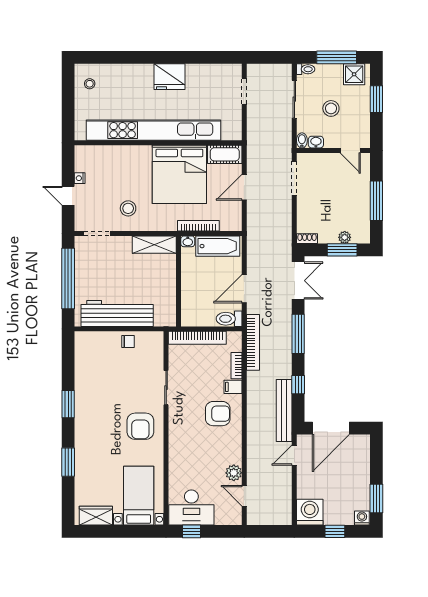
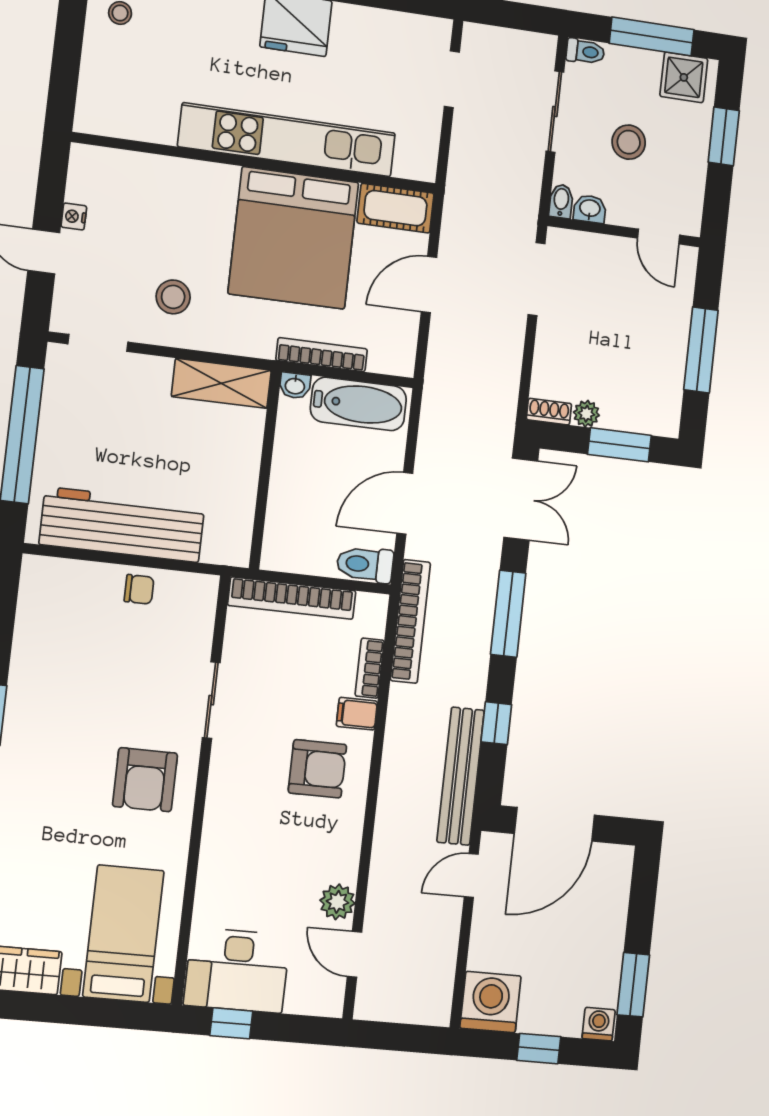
kitchen unit: (153, 130) -> (287, 140), width x0.73
plant: (345, 237) -> (586, 414), moved

